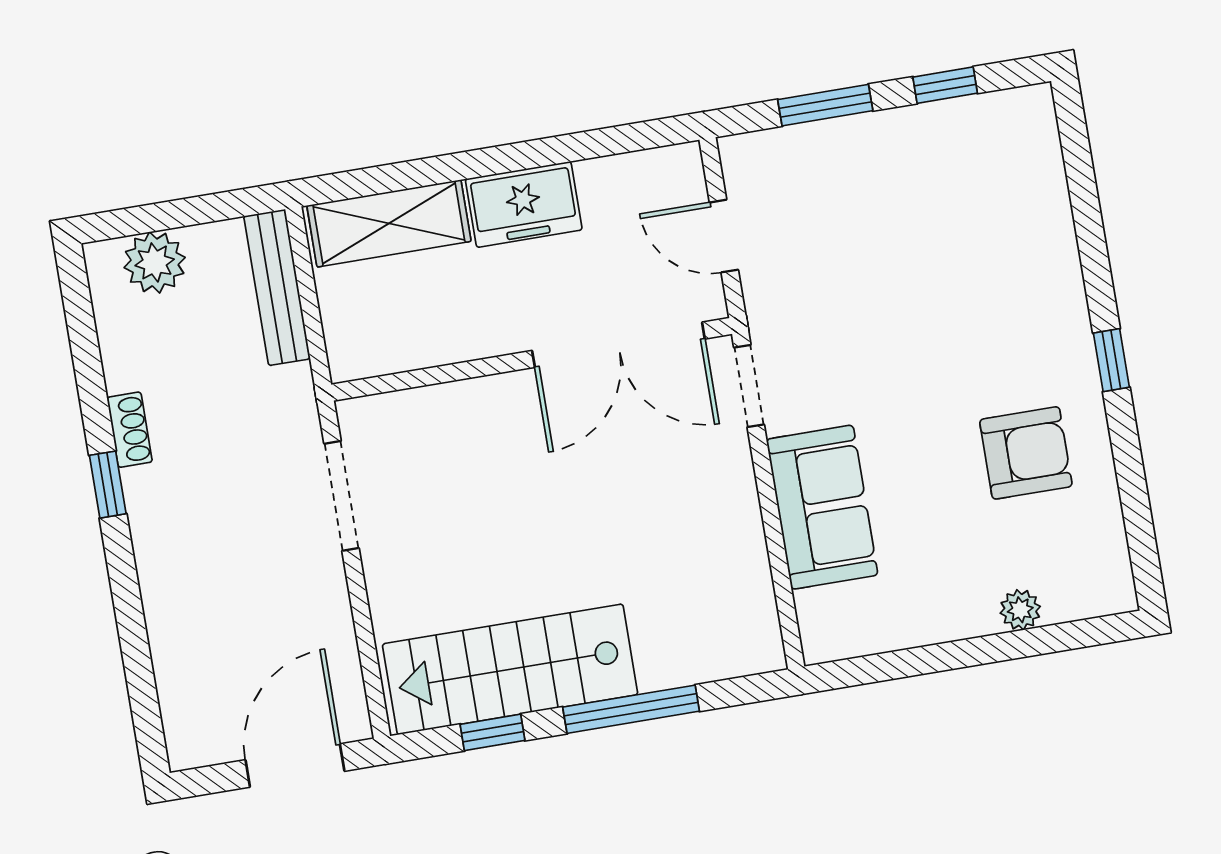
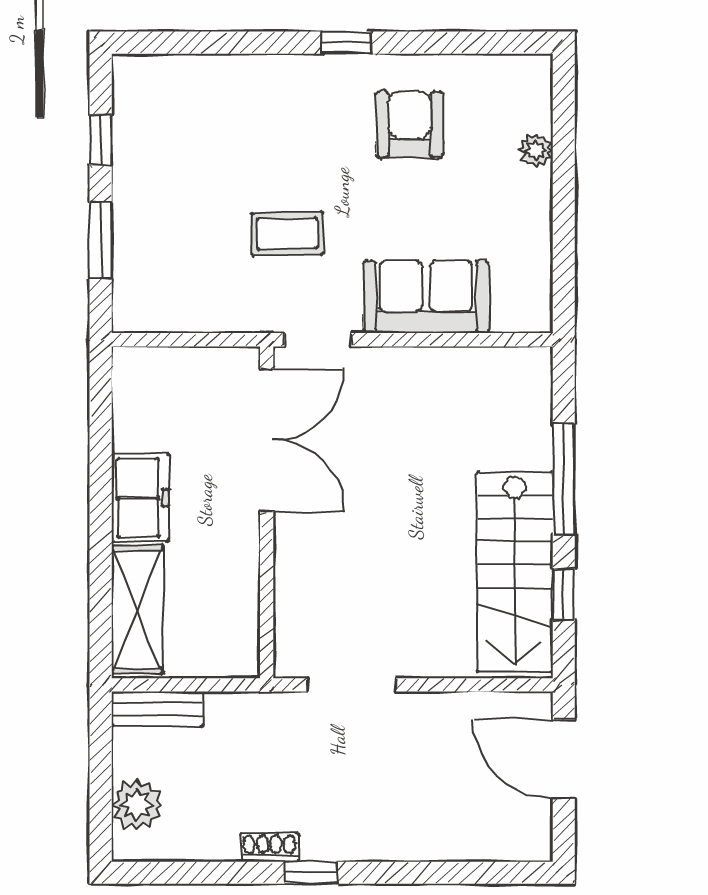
door: (724, 236) -> (193, 340), removed
bench: (277, 287) -> (157, 709), width x0.73
coffee table: (870, 328) -> (287, 234), added

